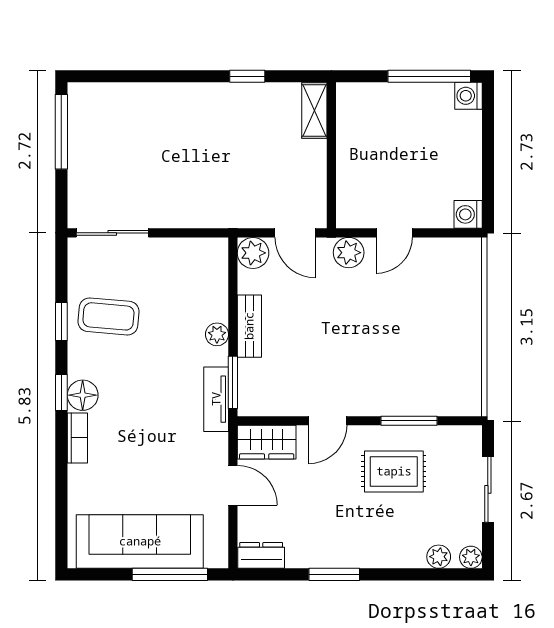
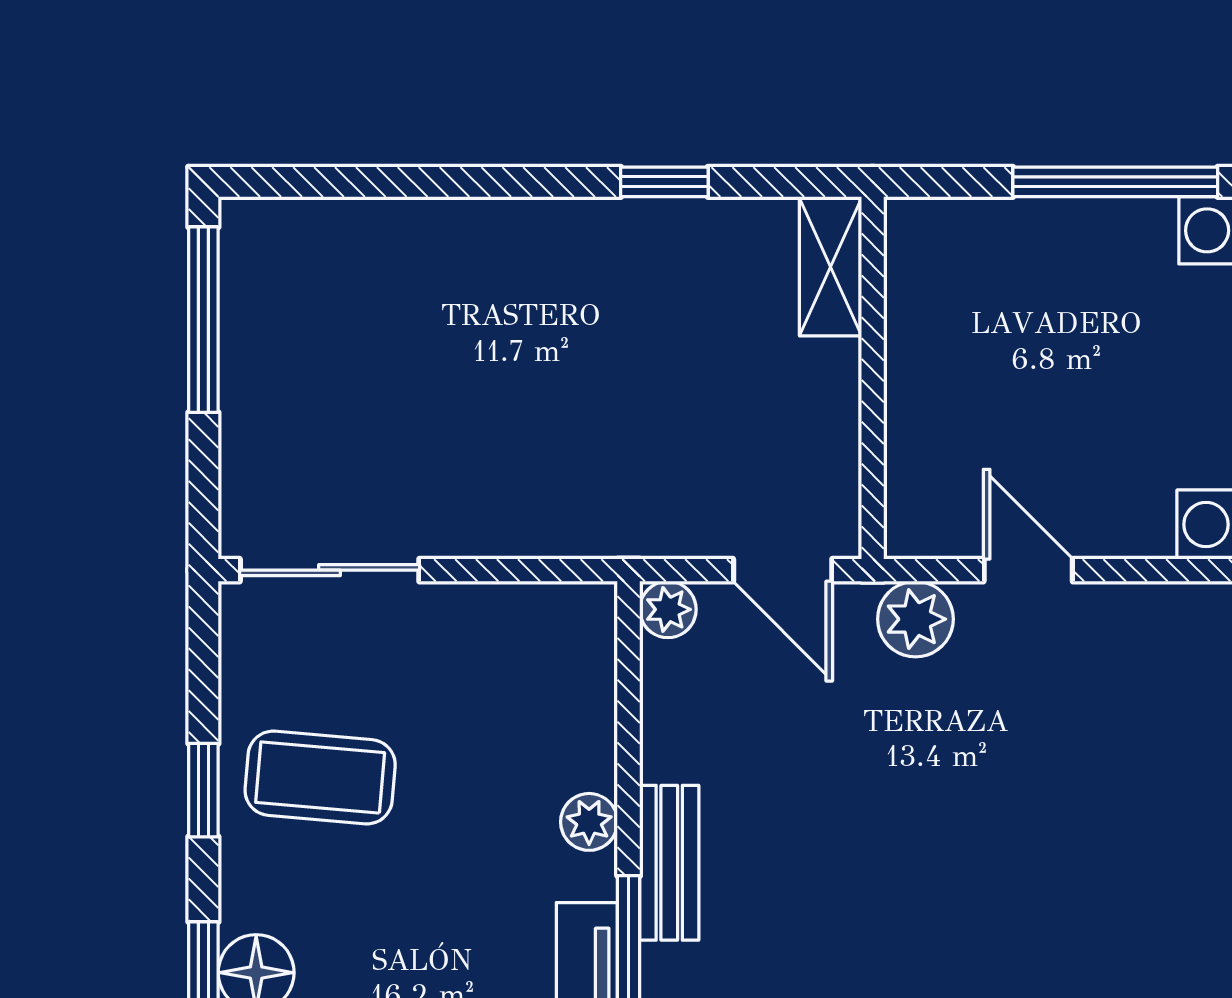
door: (394, 233) -> (1028, 570), swing flipped
plant: (253, 253) -> (668, 609), width x0.73, depth x0.73
bench: (249, 326) -> (669, 863), moved

